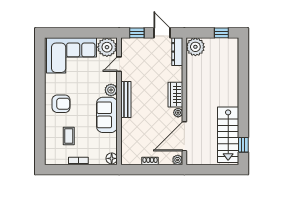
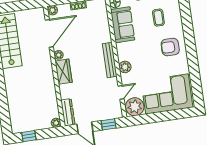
plant: (195, 47) -> (56, 123), width x0.53, depth x0.53
sofa: (107, 115) -> (123, 25), moved

